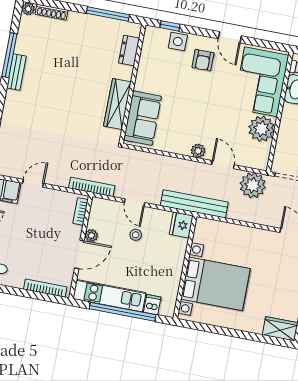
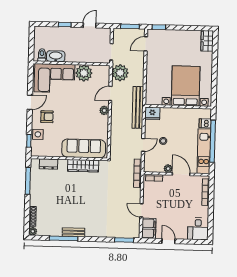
sofa: (143, 118) -> (84, 148), width x1.36

